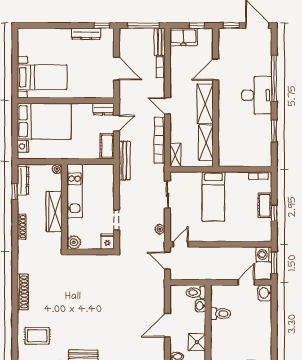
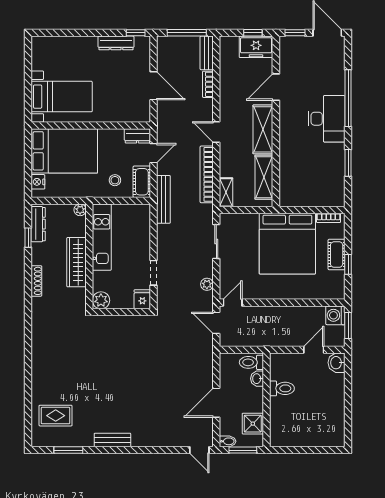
freezer: (183, 37) -> (256, 47), moved
stool: (85, 145) -> (115, 180), added
bed: (213, 196) -> (287, 244), width x2.04
shoe rack: (23, 292) -> (38, 361), removed

